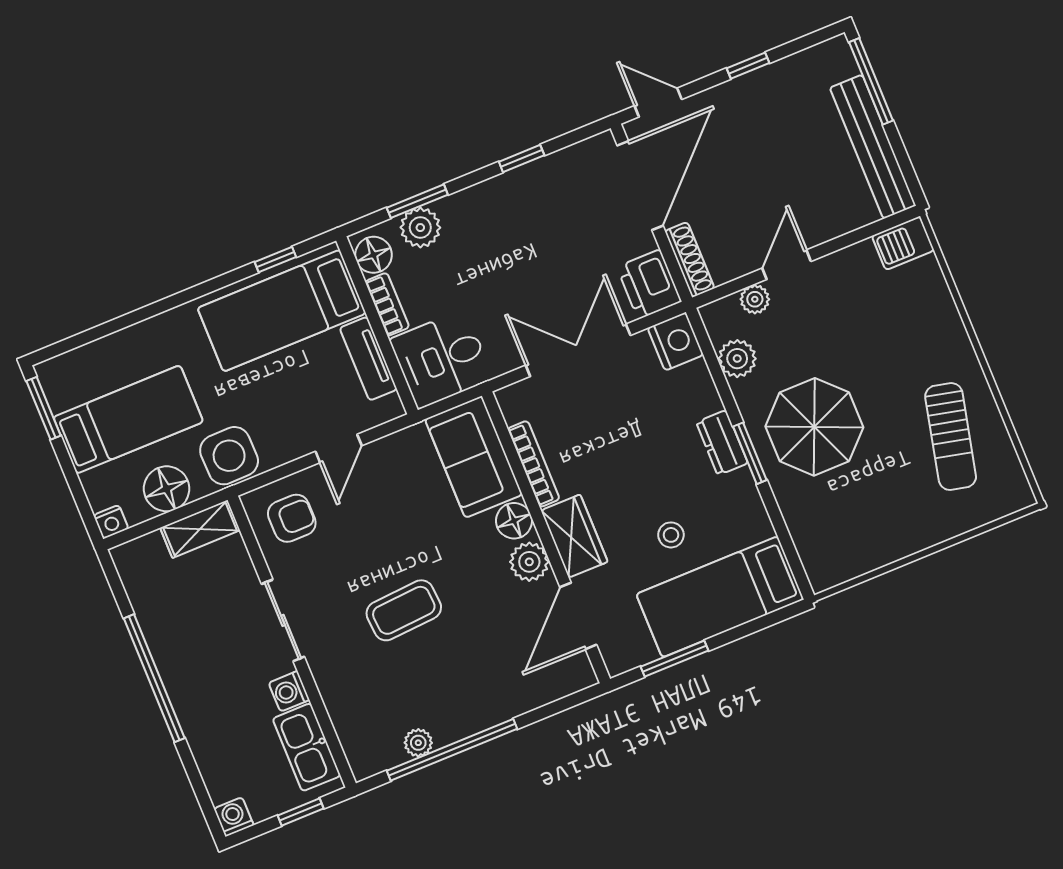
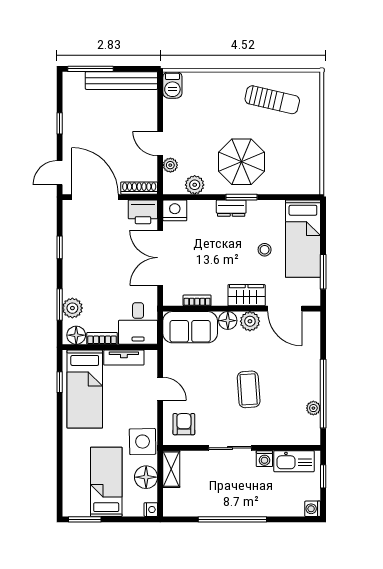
bookcase: (534, 464) -> (197, 300), width x0.64

